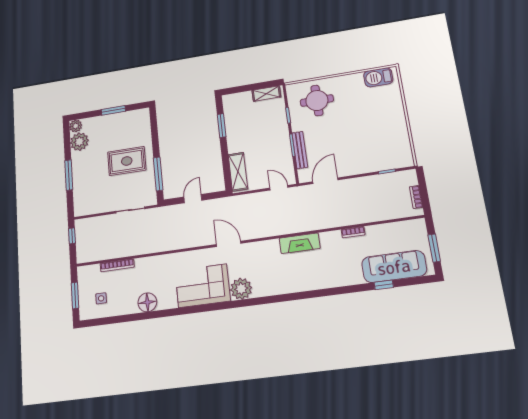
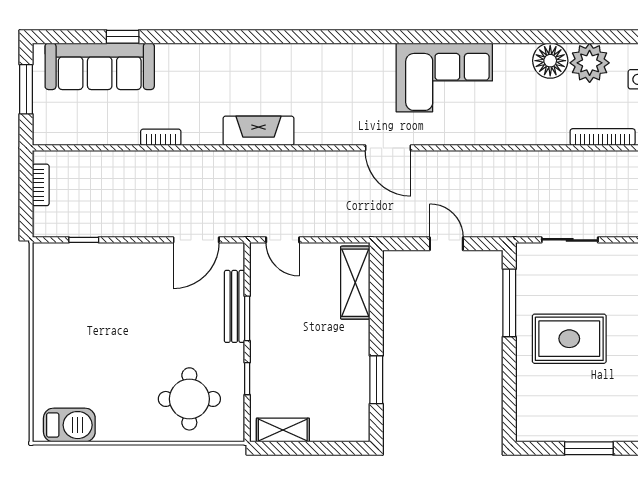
door: (193, 199) -> (446, 244), swing flipped
plant: (241, 289) -> (590, 63), moved

